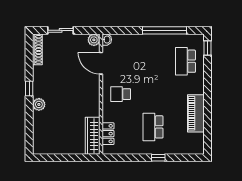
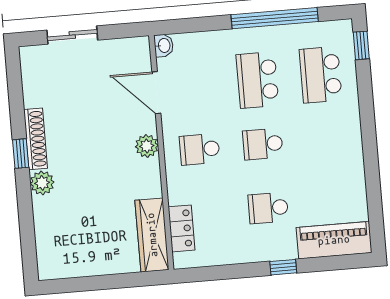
plant: (94, 40) -> (147, 146), moved
shoe rack: (37, 49) -> (36, 139), moved
school desk: (153, 61) -> (257, 80), added
school desk: (153, 94) -> (263, 144), added
piano: (196, 113) -> (334, 240), moved, turned 90
school desk: (153, 127) -> (268, 208), width x0.54

